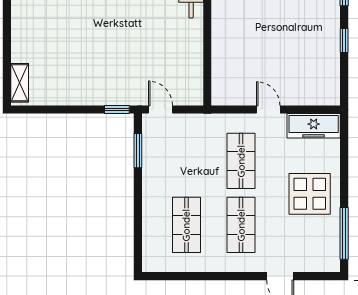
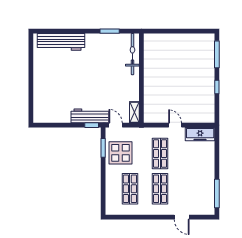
shelving: (20, 83) -> (134, 112), moved
workbench: (114, 93) -> (90, 116), added
display table: (310, 194) -> (121, 153), moved

